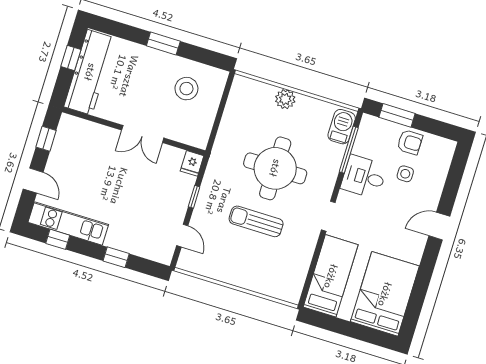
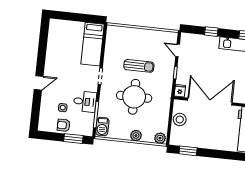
window: (163, 43) -> (188, 151), moved
plant: (243, 86) -> (160, 138), added
stool: (186, 89) -> (180, 120), moved
double door: (143, 134) -> (210, 101), width x1.87
bed: (385, 294) -> (61, 40), removed

